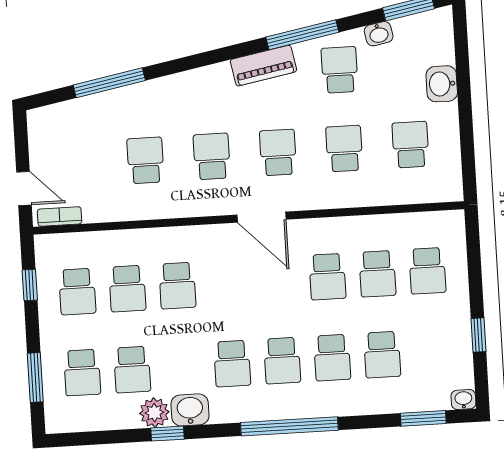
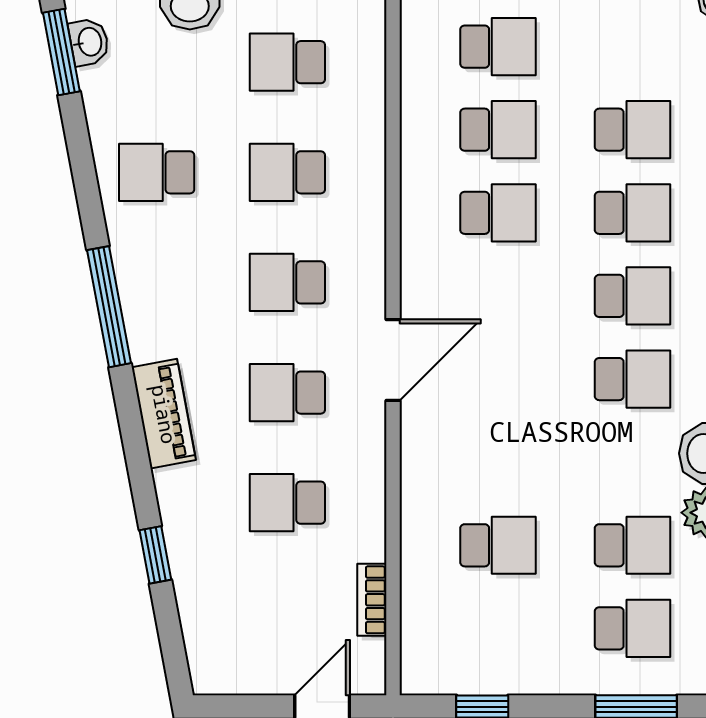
washbasin: (379, 34) -> (89, 42), moved
window: (302, 35) -> (109, 307), moved
piano: (263, 66) -> (164, 414), moved
window: (109, 83) -> (155, 555), width x0.46
bookcase: (60, 216) -> (372, 600), moved
door: (262, 217) -> (393, 360), moved
school desk: (177, 286) -> (498, 462), removed
school desk: (77, 292) -> (498, 628), removed

